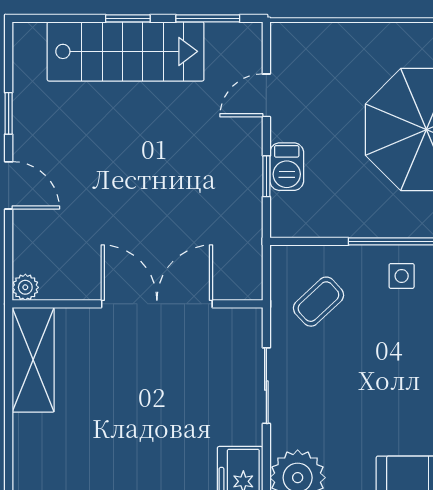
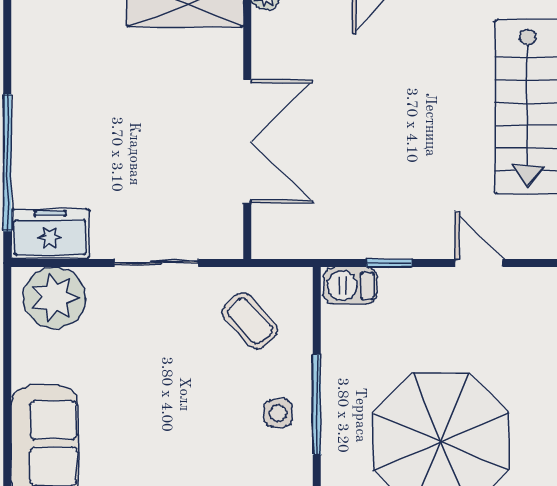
barbecue: (287, 167) -> (350, 286), moved

